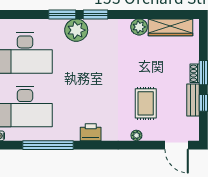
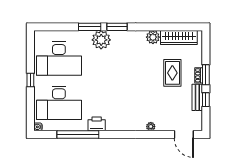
rug: (146, 103) -> (172, 73), moved
printer: (91, 132) -> (97, 124), moved

